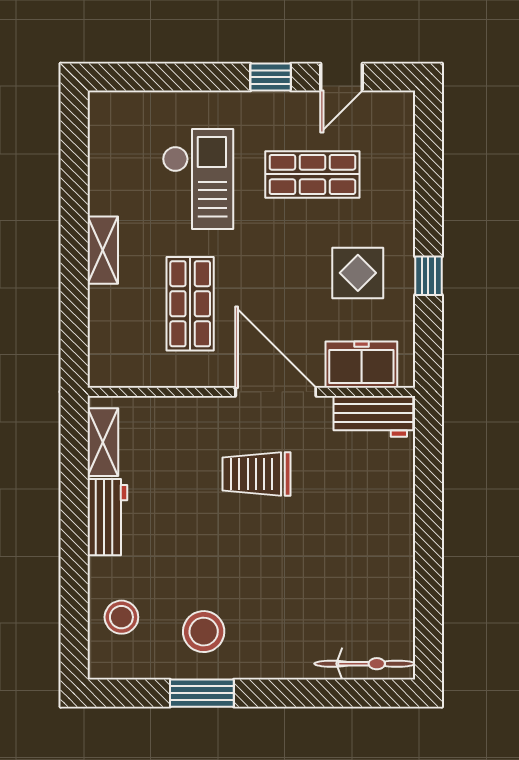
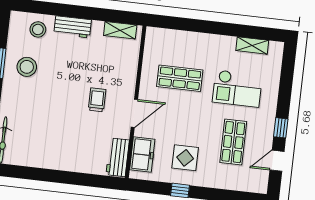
door: (341, 77) -> (277, 161), hinge flipped
shelving: (103, 250) -> (252, 45), moved
door: (276, 392) -> (134, 113), width x0.73
trolley: (256, 474) -> (97, 100), width x0.73, depth x0.72
workbench: (107, 517) -> (73, 27), moved

